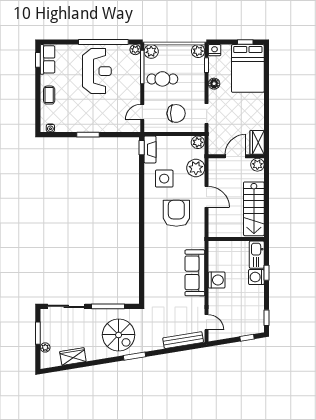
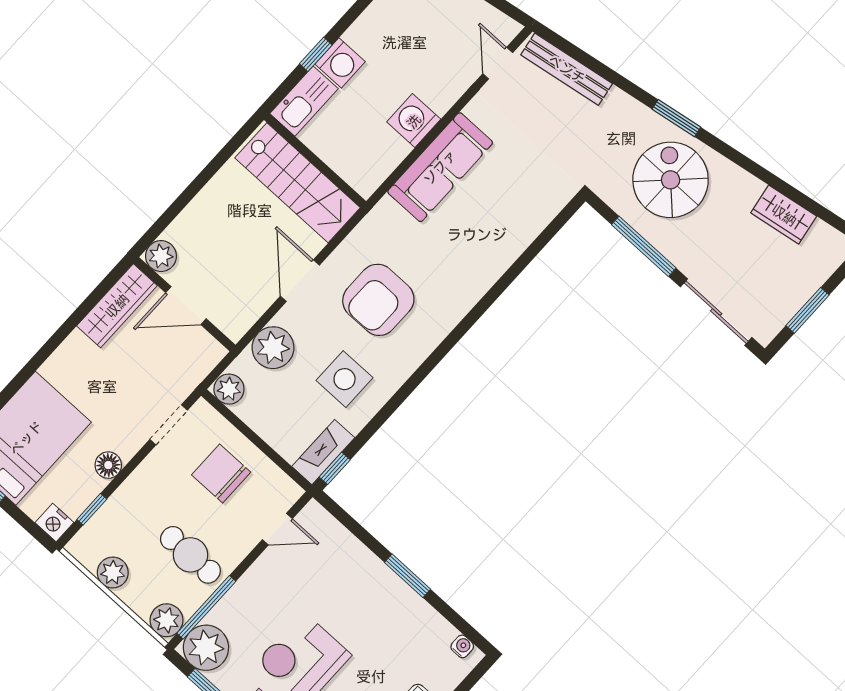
plant: (135, 50) -> (206, 648), width x1.88, depth x1.88
plant: (198, 51) -> (113, 573), moved
wardrobe: (257, 142) -> (117, 306), width x1.50
stairs: (254, 209) -> (297, 183), moved, turned 90
plant: (45, 347) -> (818, 274), removed

